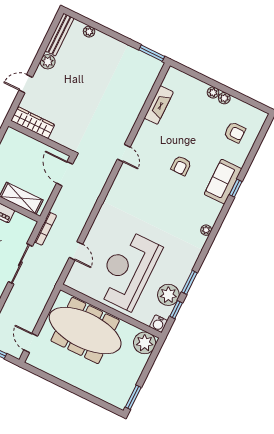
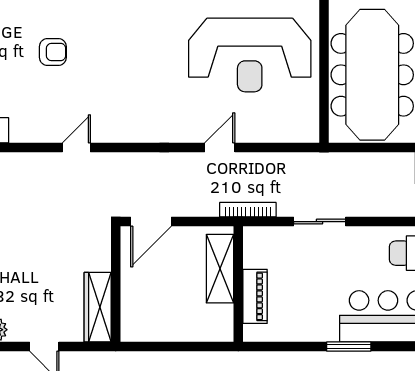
door: (76, 251) -> (220, 148), moved
sliding door: (20, 264) -> (320, 222), width x0.73

